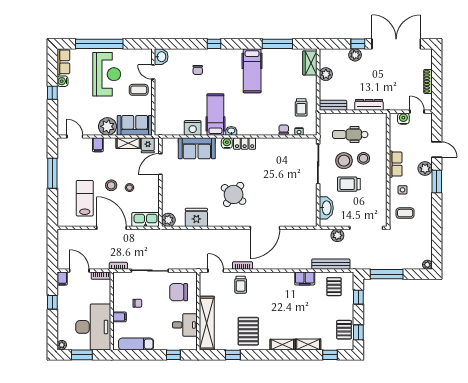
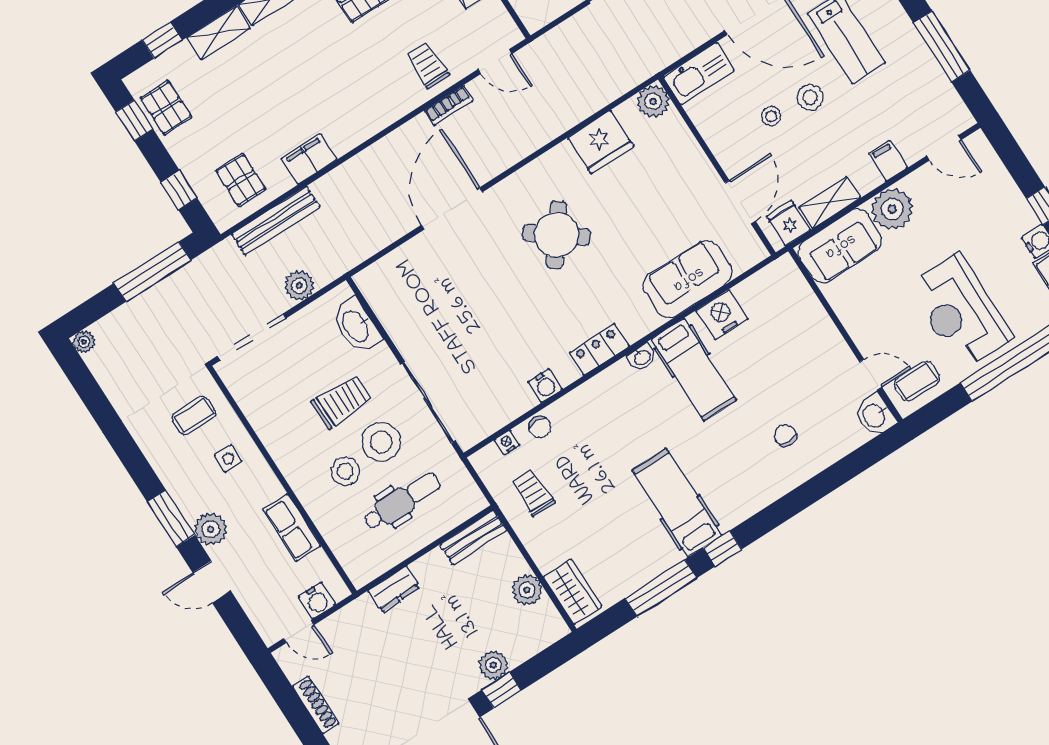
window: (214, 44) -> (722, 549), moved
coffee table: (139, 90) -> (917, 381), moved
dresser: (369, 105) -> (394, 589), width x0.70
water cooler: (227, 143) -> (545, 386), moved
row of seats: (396, 164) -> (292, 528), moved

